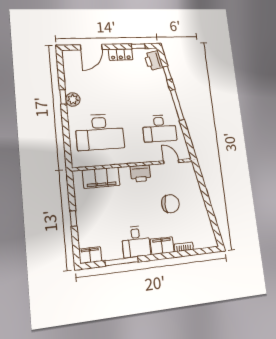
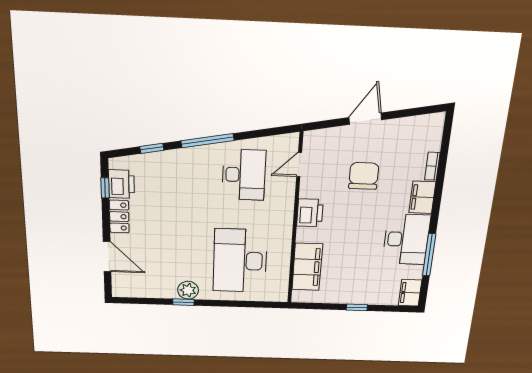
printer: (154, 61) -> (121, 184), moved, turned -79
desk: (100, 132) -> (240, 261), turned 180
door: (206, 197) -> (365, 119), added
desk: (136, 242) -> (406, 239), width x1.37

